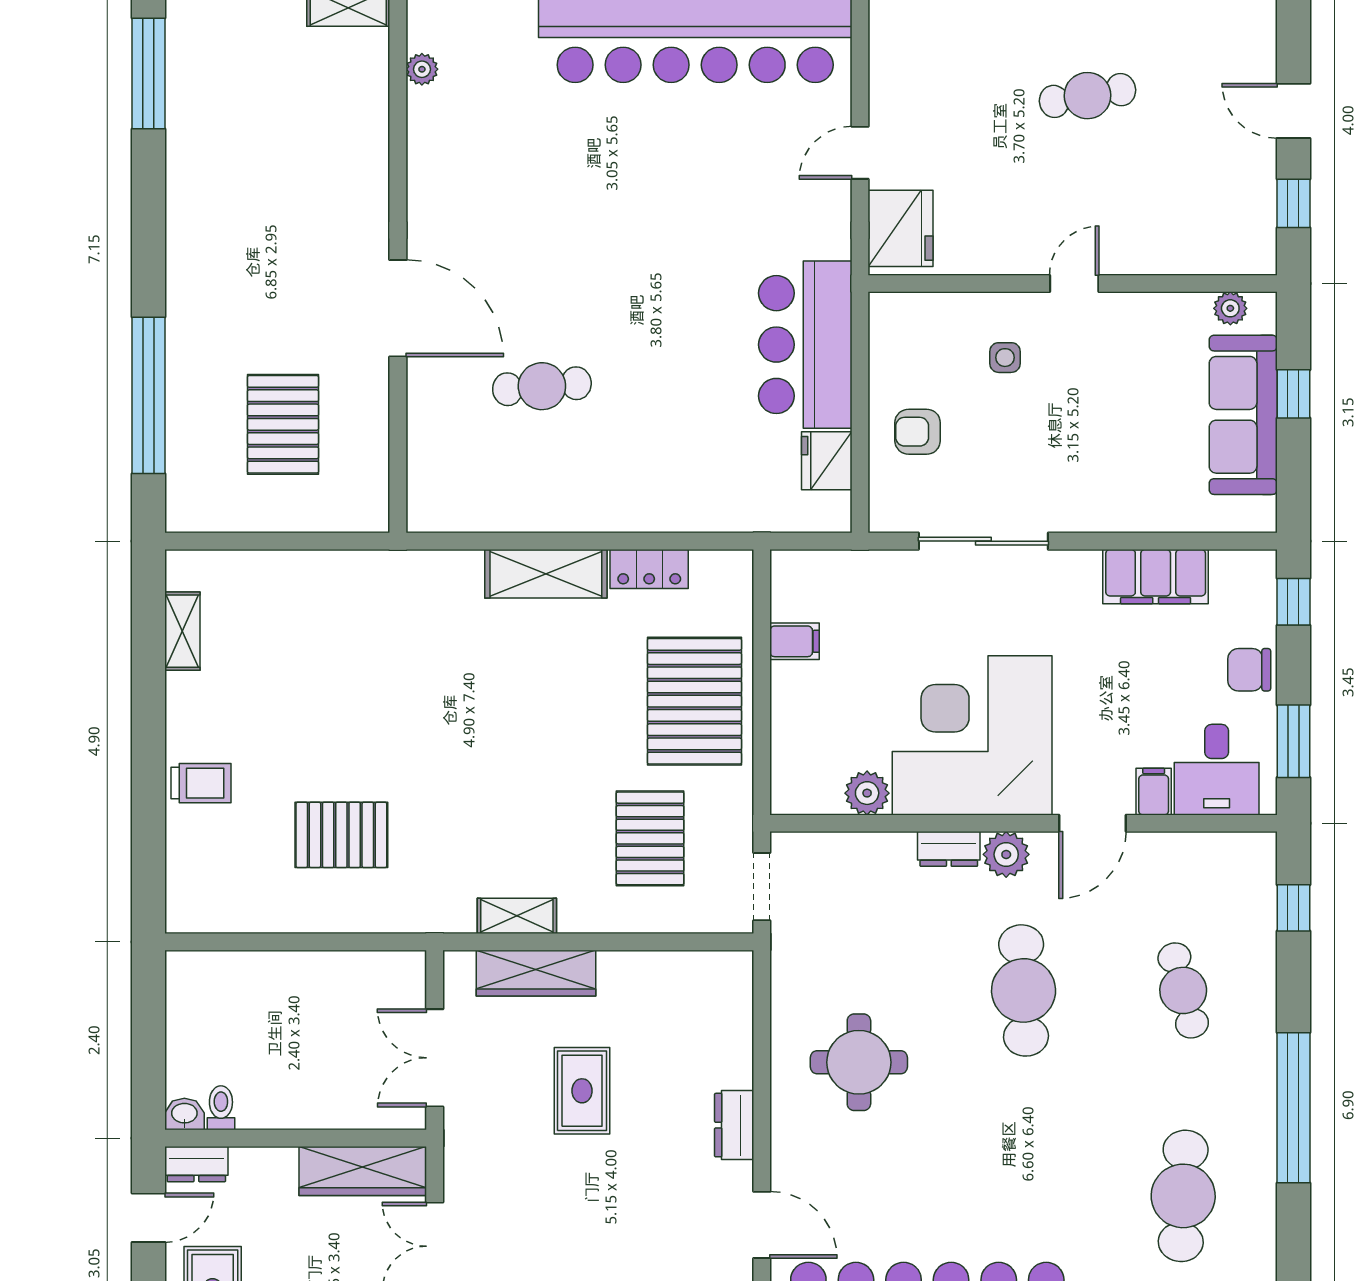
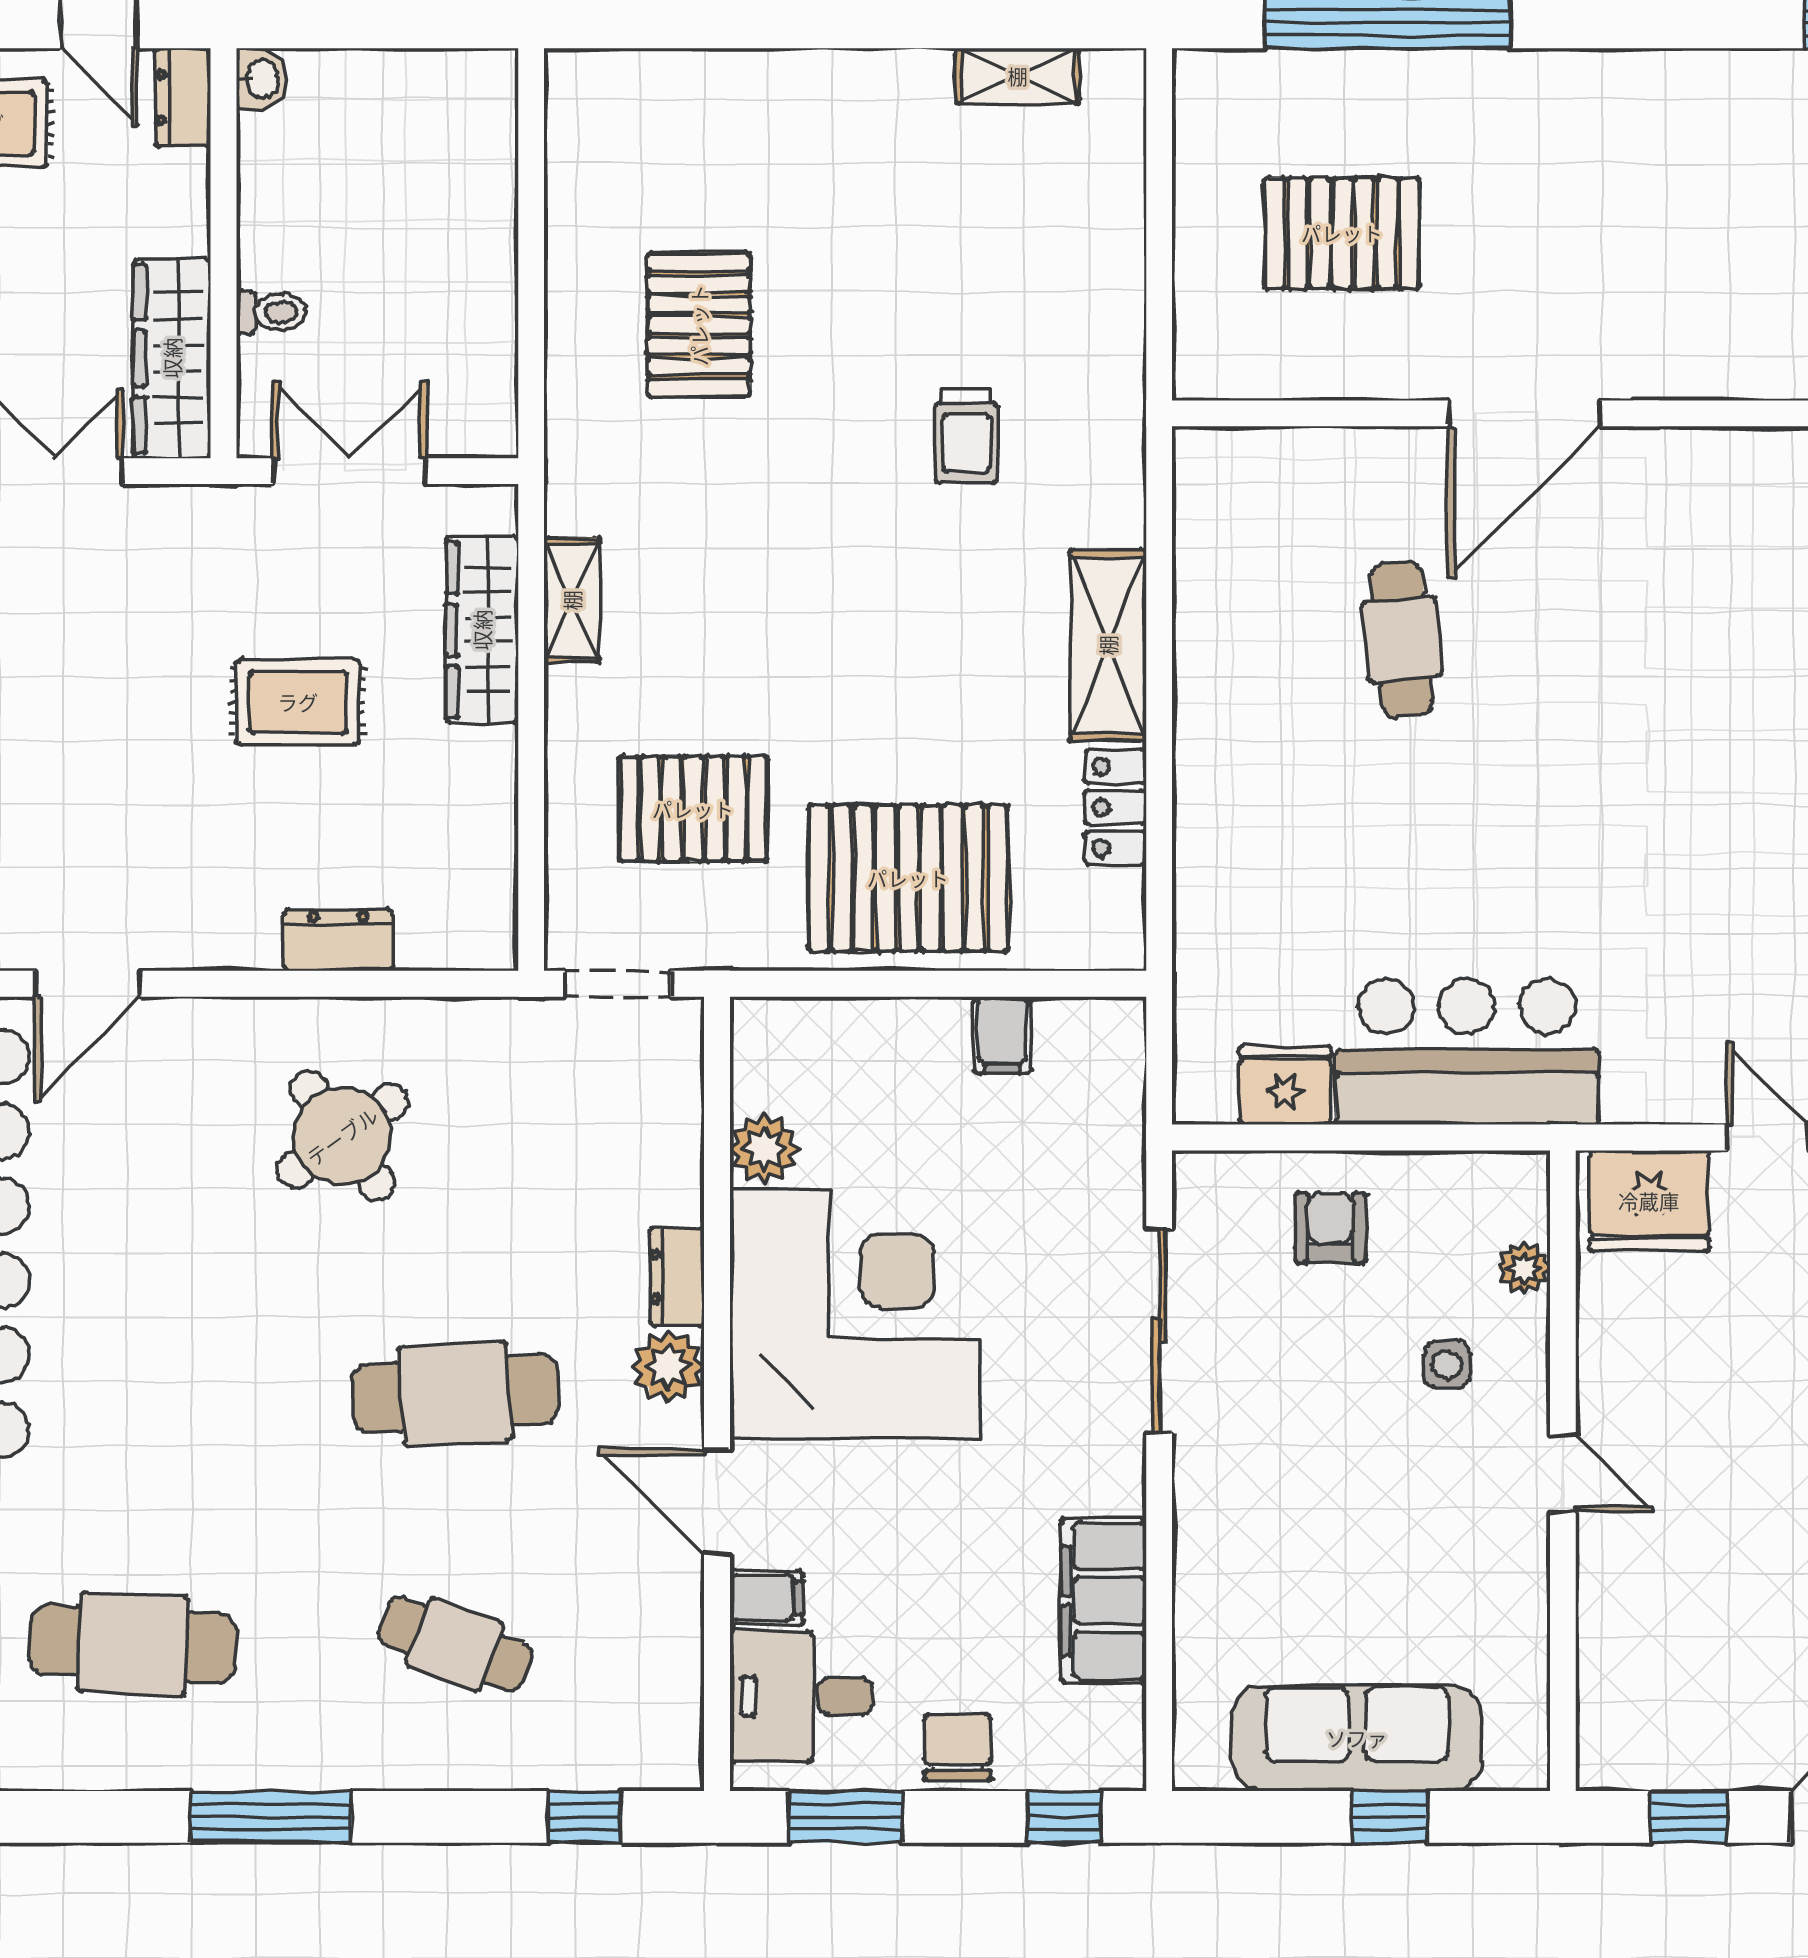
plant: (1230, 308) -> (1524, 1268), moved
trolley: (201, 783) -> (966, 437), moved
cafe table: (1183, 990) -> (455, 1644), turned 36
round table: (859, 1062) -> (342, 1136), turned -36
toilet: (221, 1108) -> (271, 312), moved
window: (1293, 1108) -> (271, 1817), width x0.68
dresser: (734, 1125) -> (338, 940), moved

